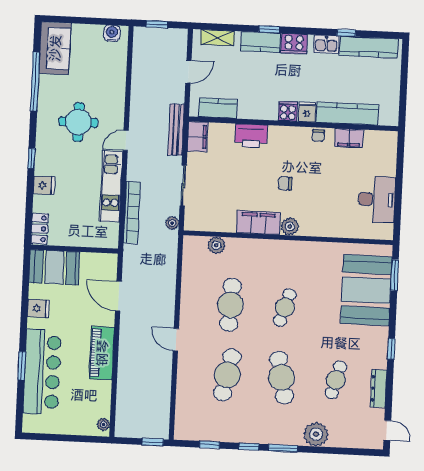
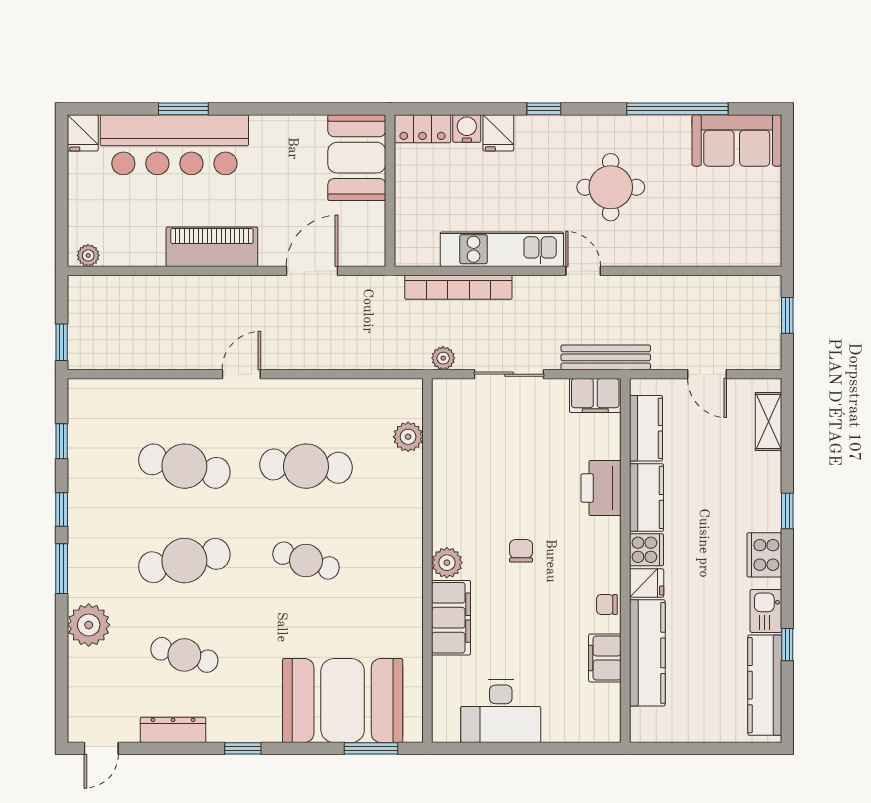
water cooler: (112, 33) -> (467, 128), moved, turned -90
kitchen counter: (260, 42) -> (646, 497), moved, turned 180
filing cabinet: (258, 223) -> (451, 618), moved
fridge: (38, 308) -> (83, 133), moved

